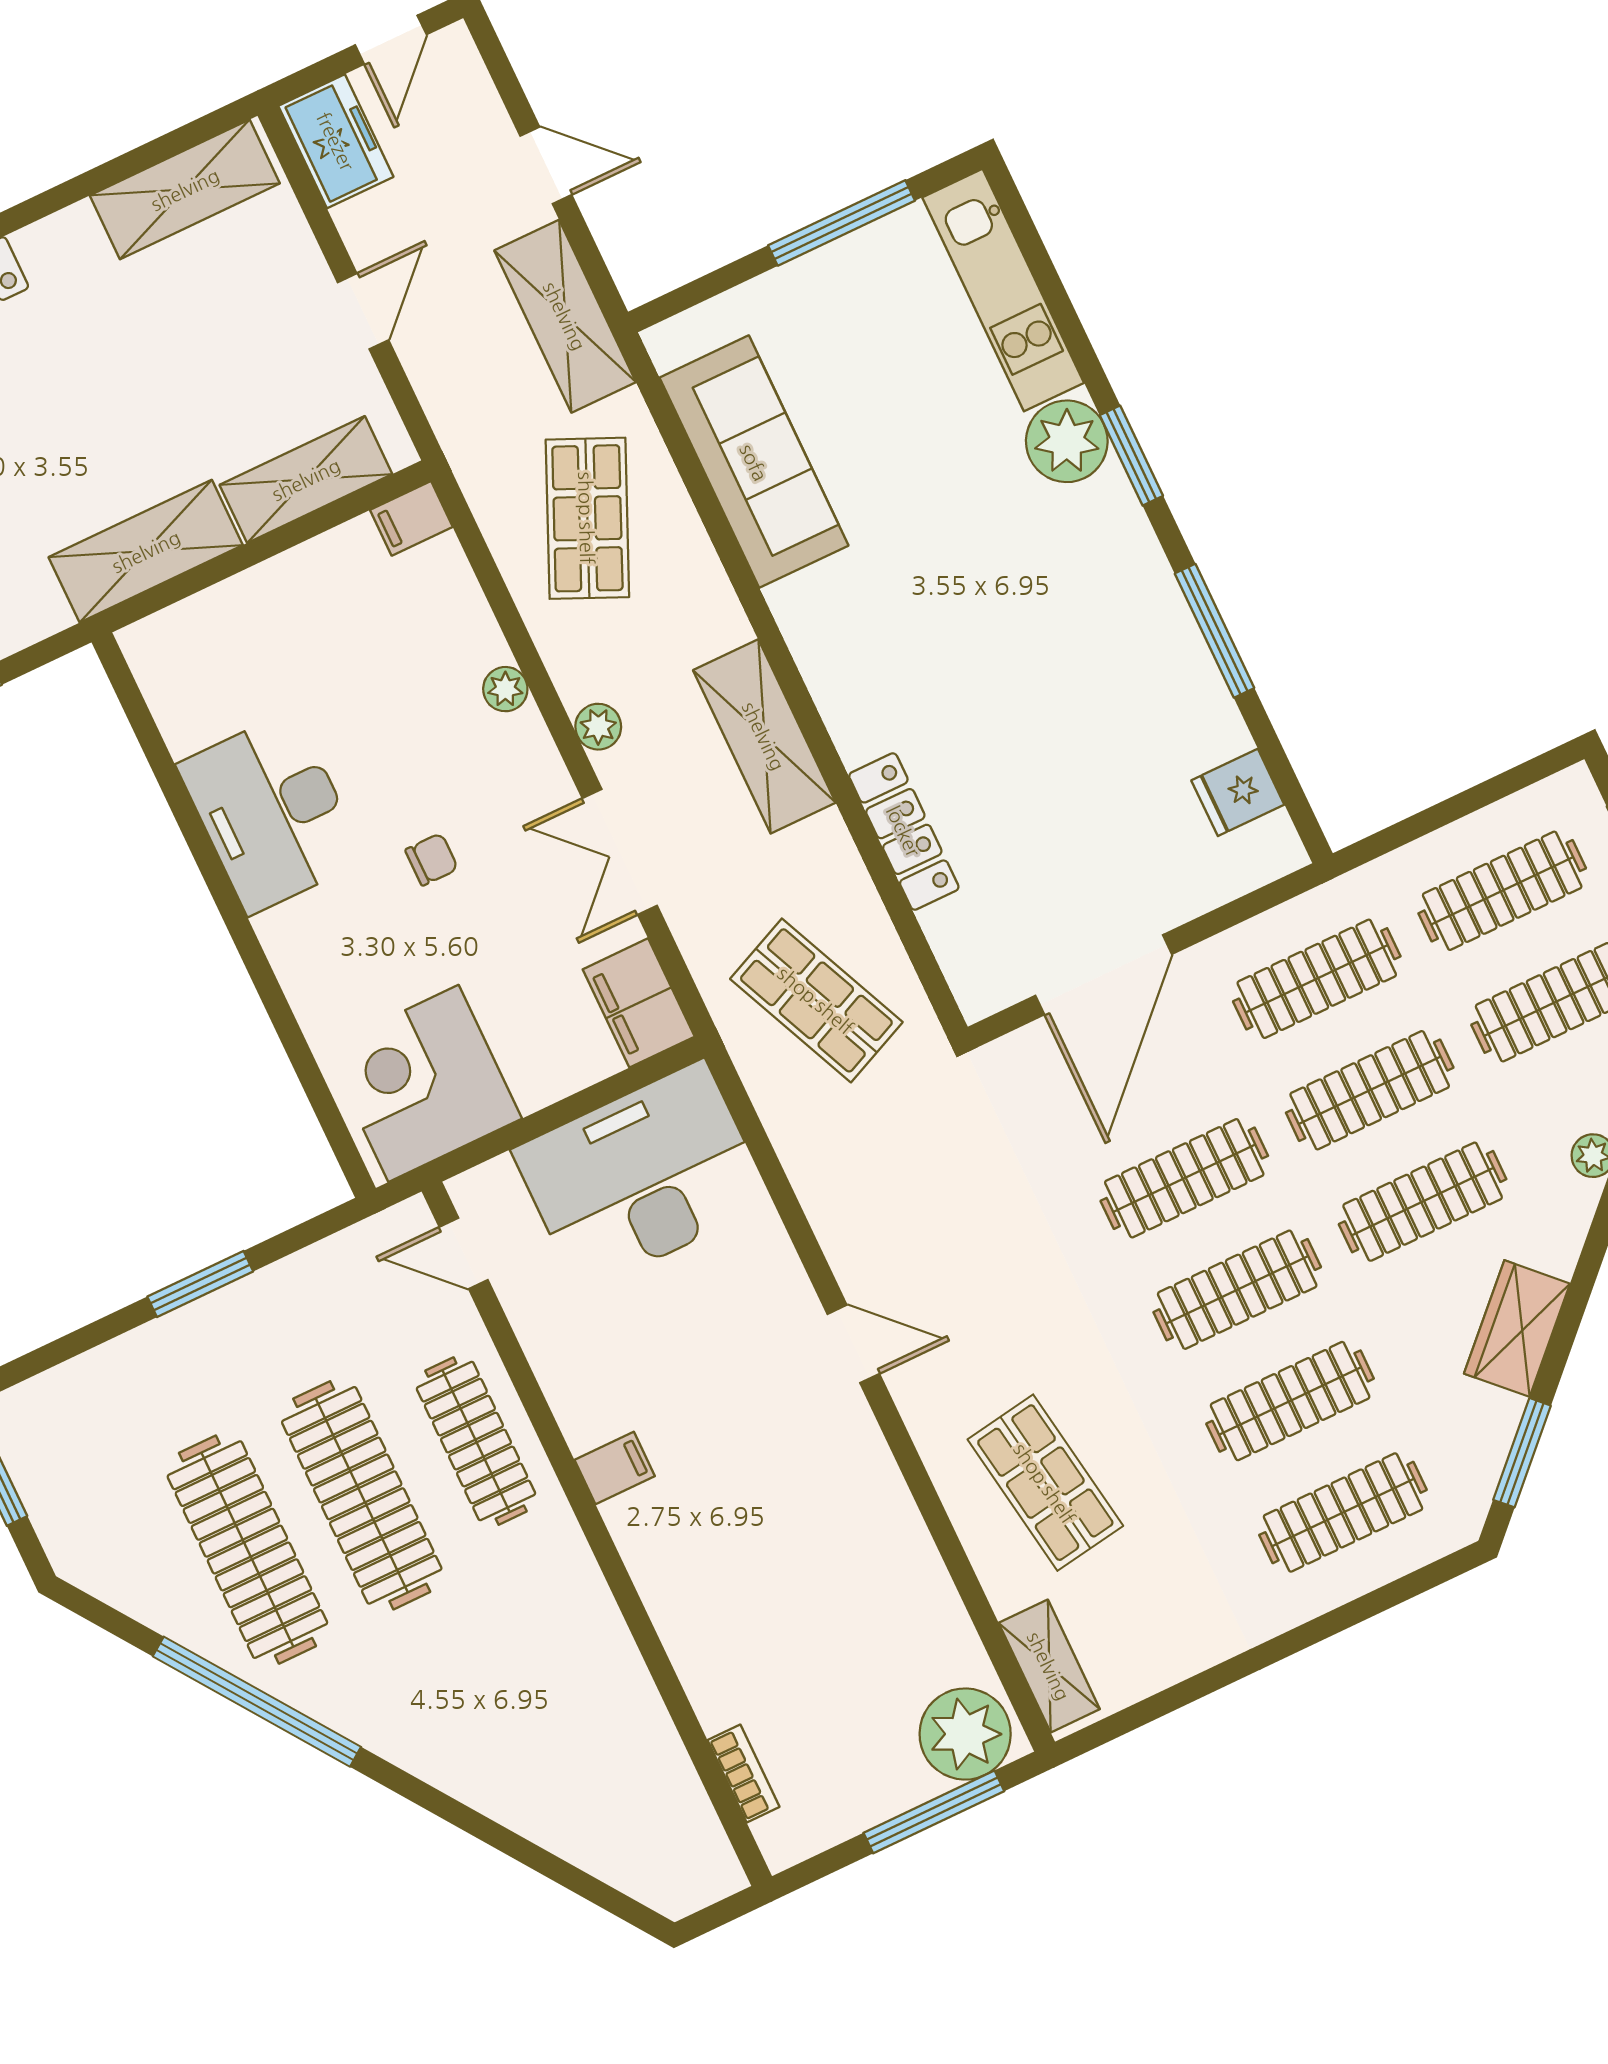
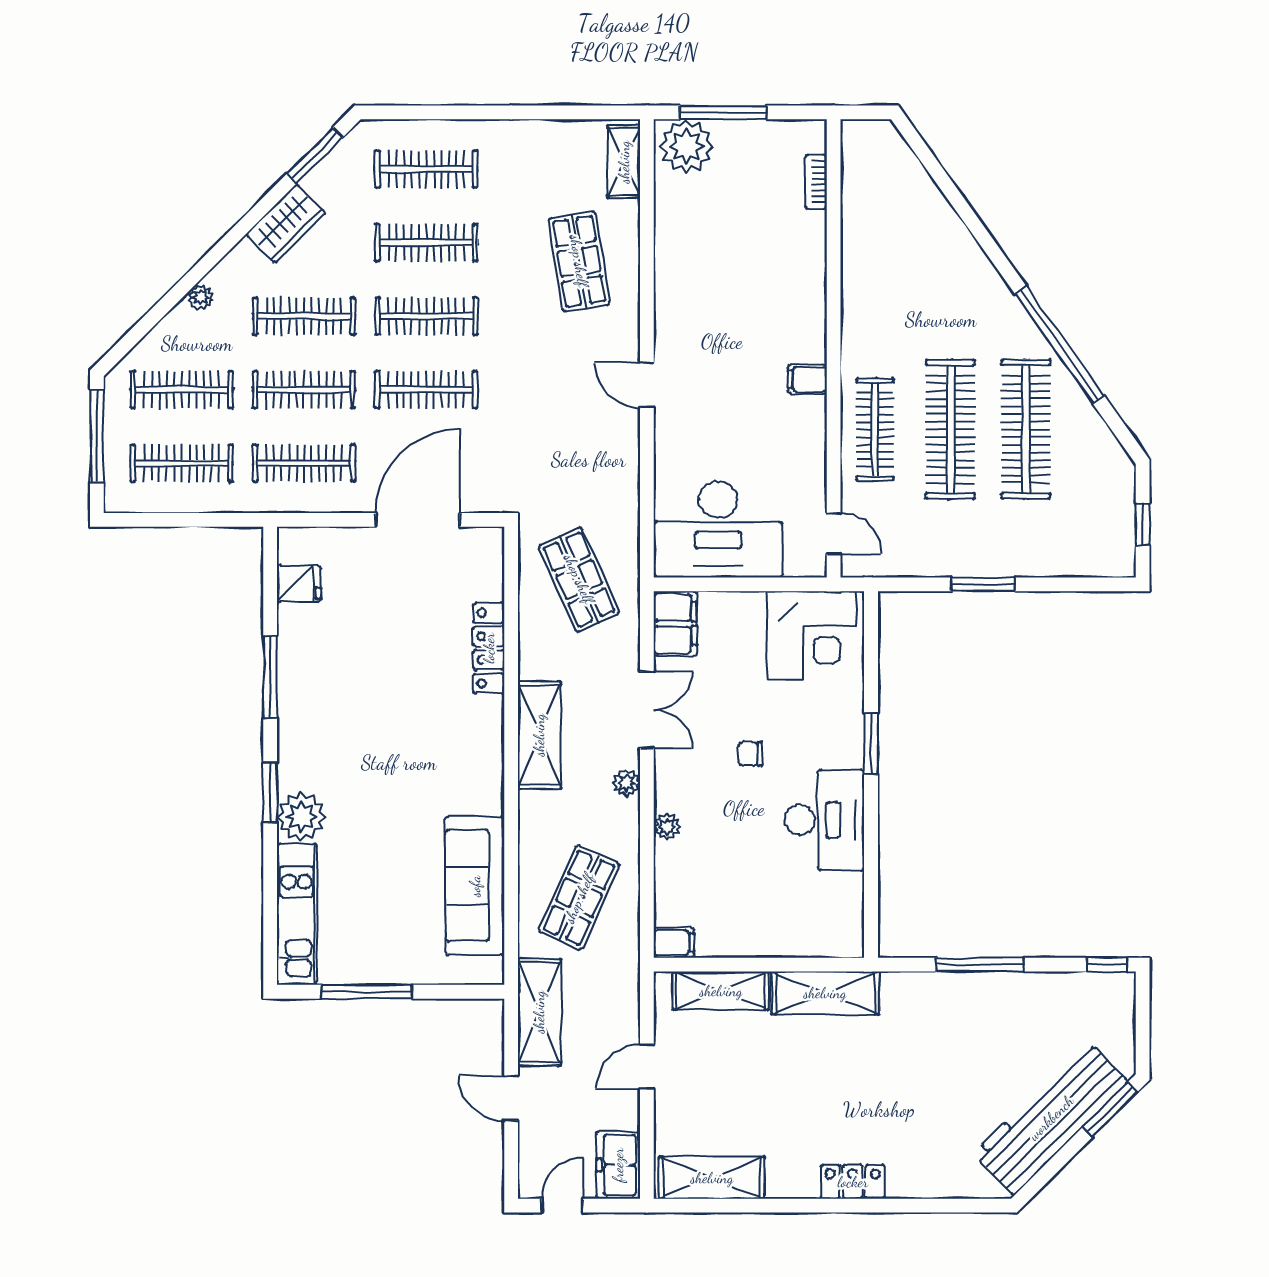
window: (256, 962) -> (871, 744), added

